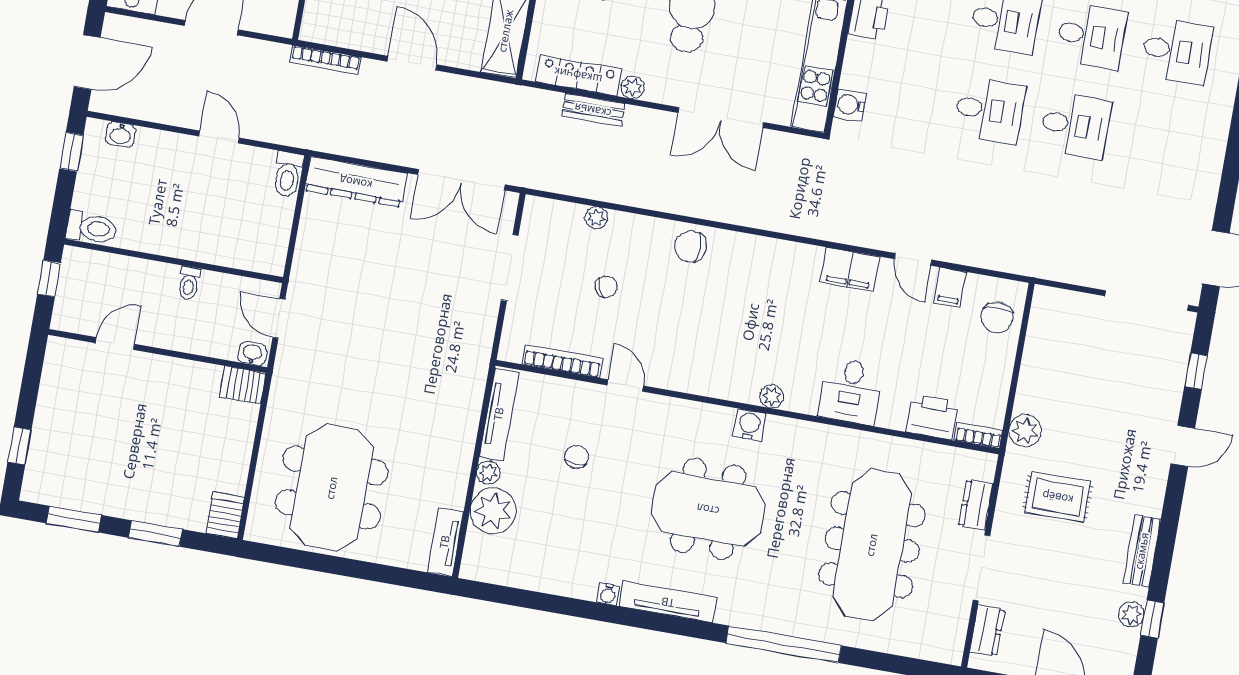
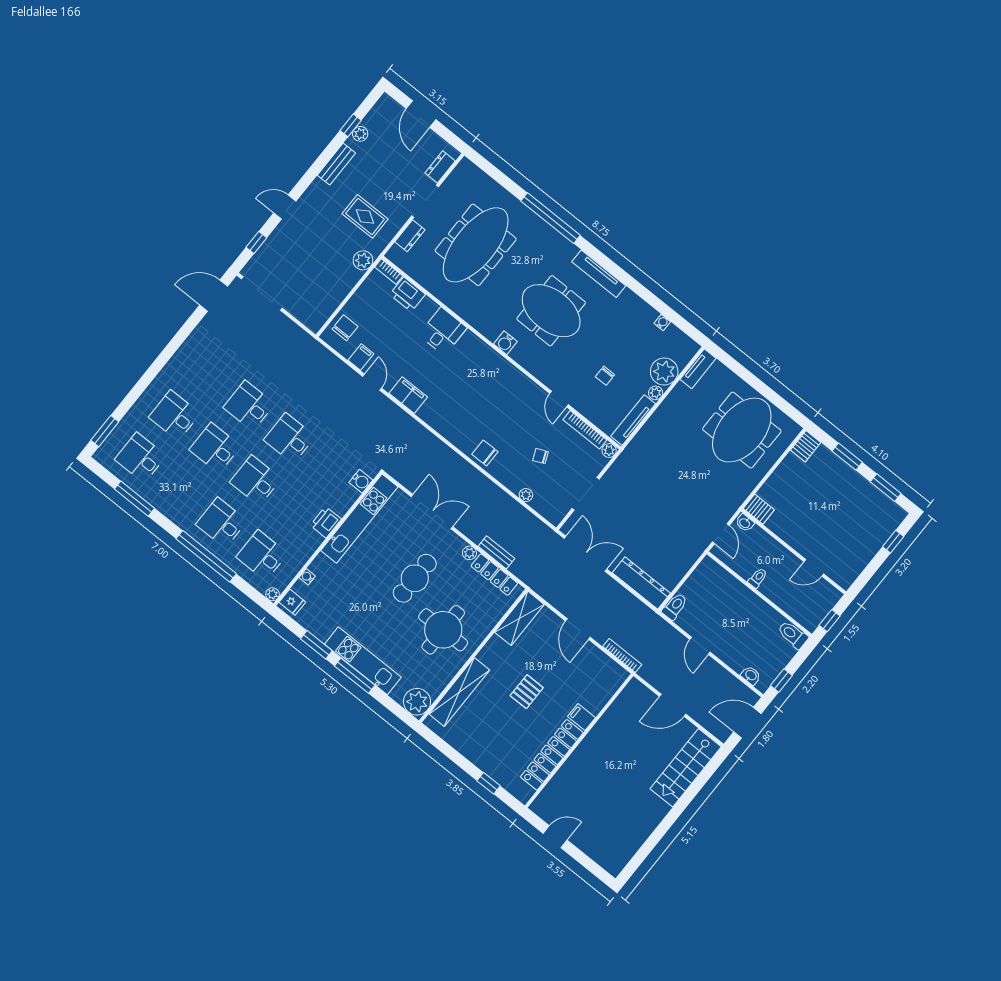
chair: (691, 246) -> (485, 453), turned 180
plant: (772, 396) -> (609, 451), moved
water cooler: (608, 594) -> (662, 322), moved

